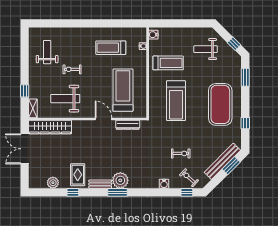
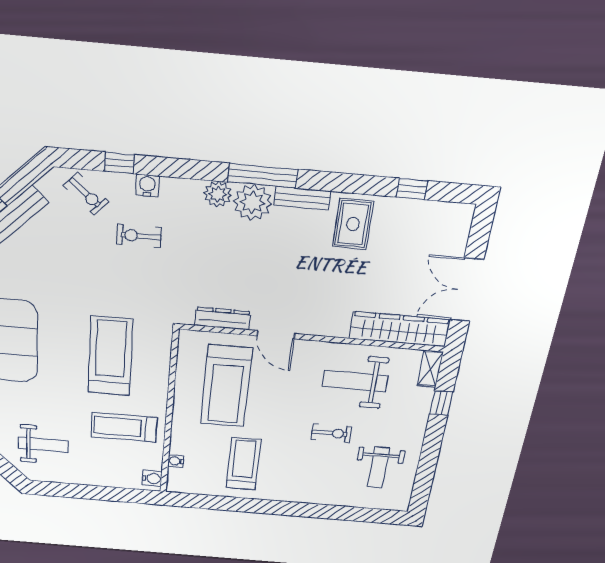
treadmill: (111, 48) -> (243, 464), turned -90
weight bench: (65, 99) -> (355, 381), turned 180
double door: (25, 149) -> (467, 290), swing flipped
exercise bike: (181, 153) -> (139, 236), moved
plant: (53, 183) -> (218, 194), moved
window: (73, 192) -> (412, 189), moved
window: (117, 192) -> (263, 176), width x1.44
window: (187, 192) -> (119, 163), moved

